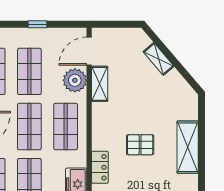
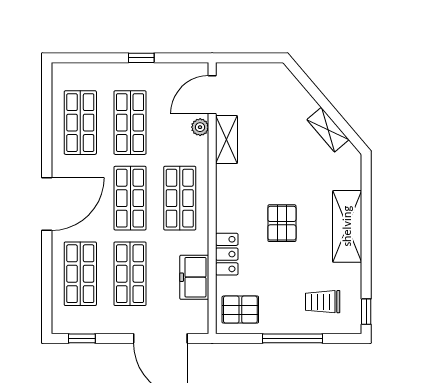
shelving: (159, 59) -> (328, 130), moved
plant: (75, 80) -> (200, 127), width x0.53, depth x0.53
pallet: (140, 145) -> (282, 223), turned 90

